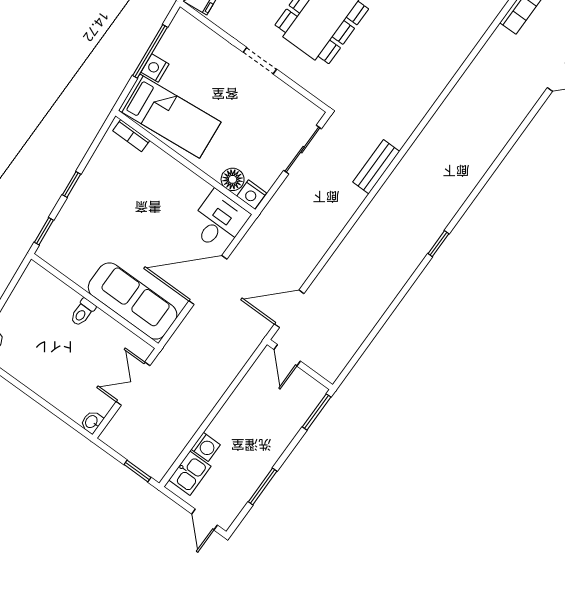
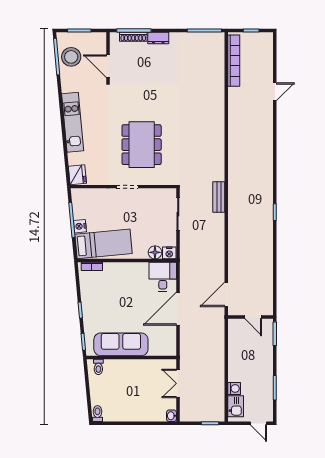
sofa: (133, 301) -> (121, 344), moved
toilet: (83, 312) -> (98, 367), moved
door: (287, 355) -> (253, 317), moved

